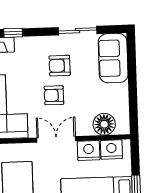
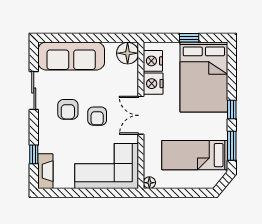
sofa: (113, 58) -> (71, 56), width x1.36
floor lamp: (104, 124) -> (128, 53), moved

